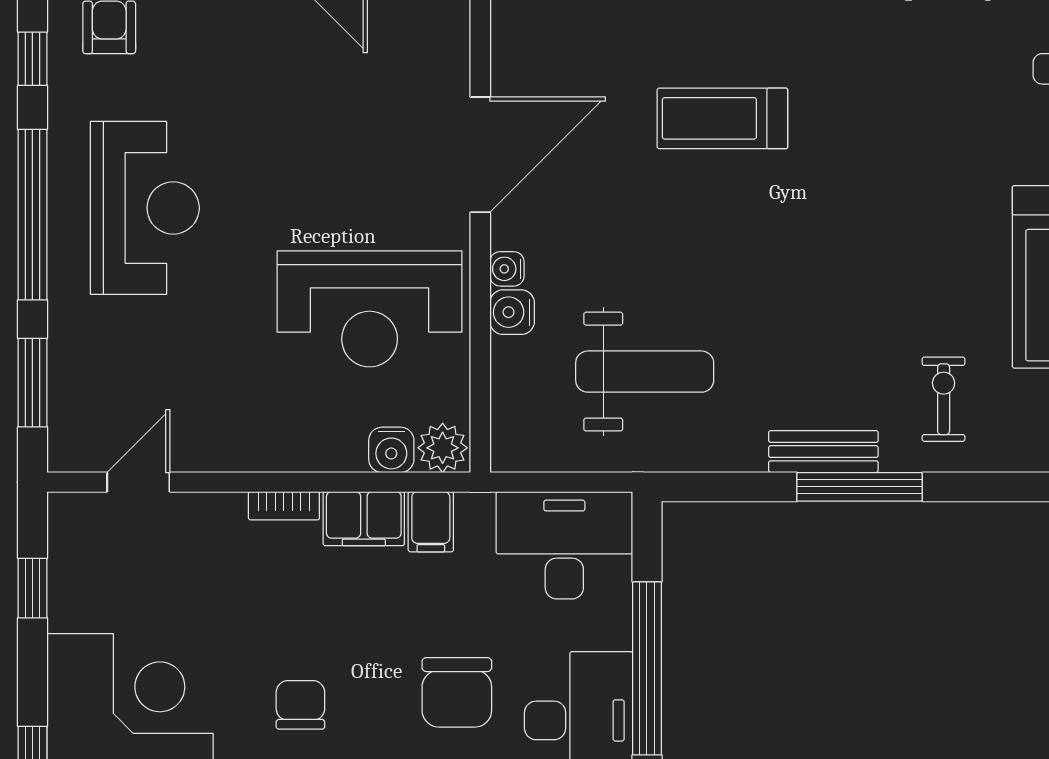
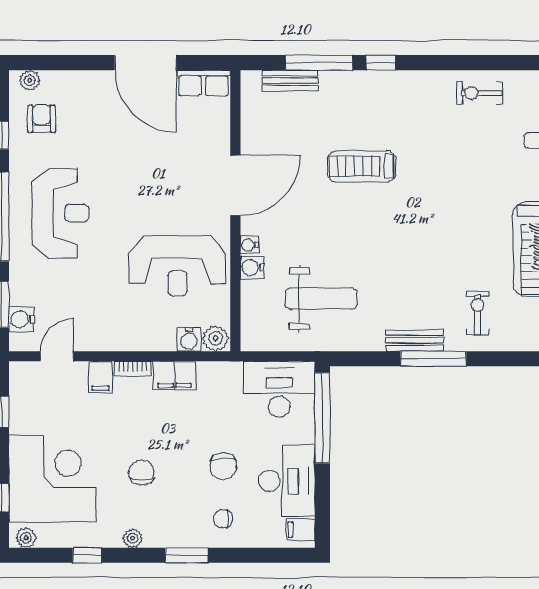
water cooler: (71, 411) -> (21, 319), added
filing cabinet: (431, 522) -> (100, 377), moved
window: (647, 668) -> (322, 418), moved
chair: (457, 692) -> (223, 466), width x0.73, depth x0.73

